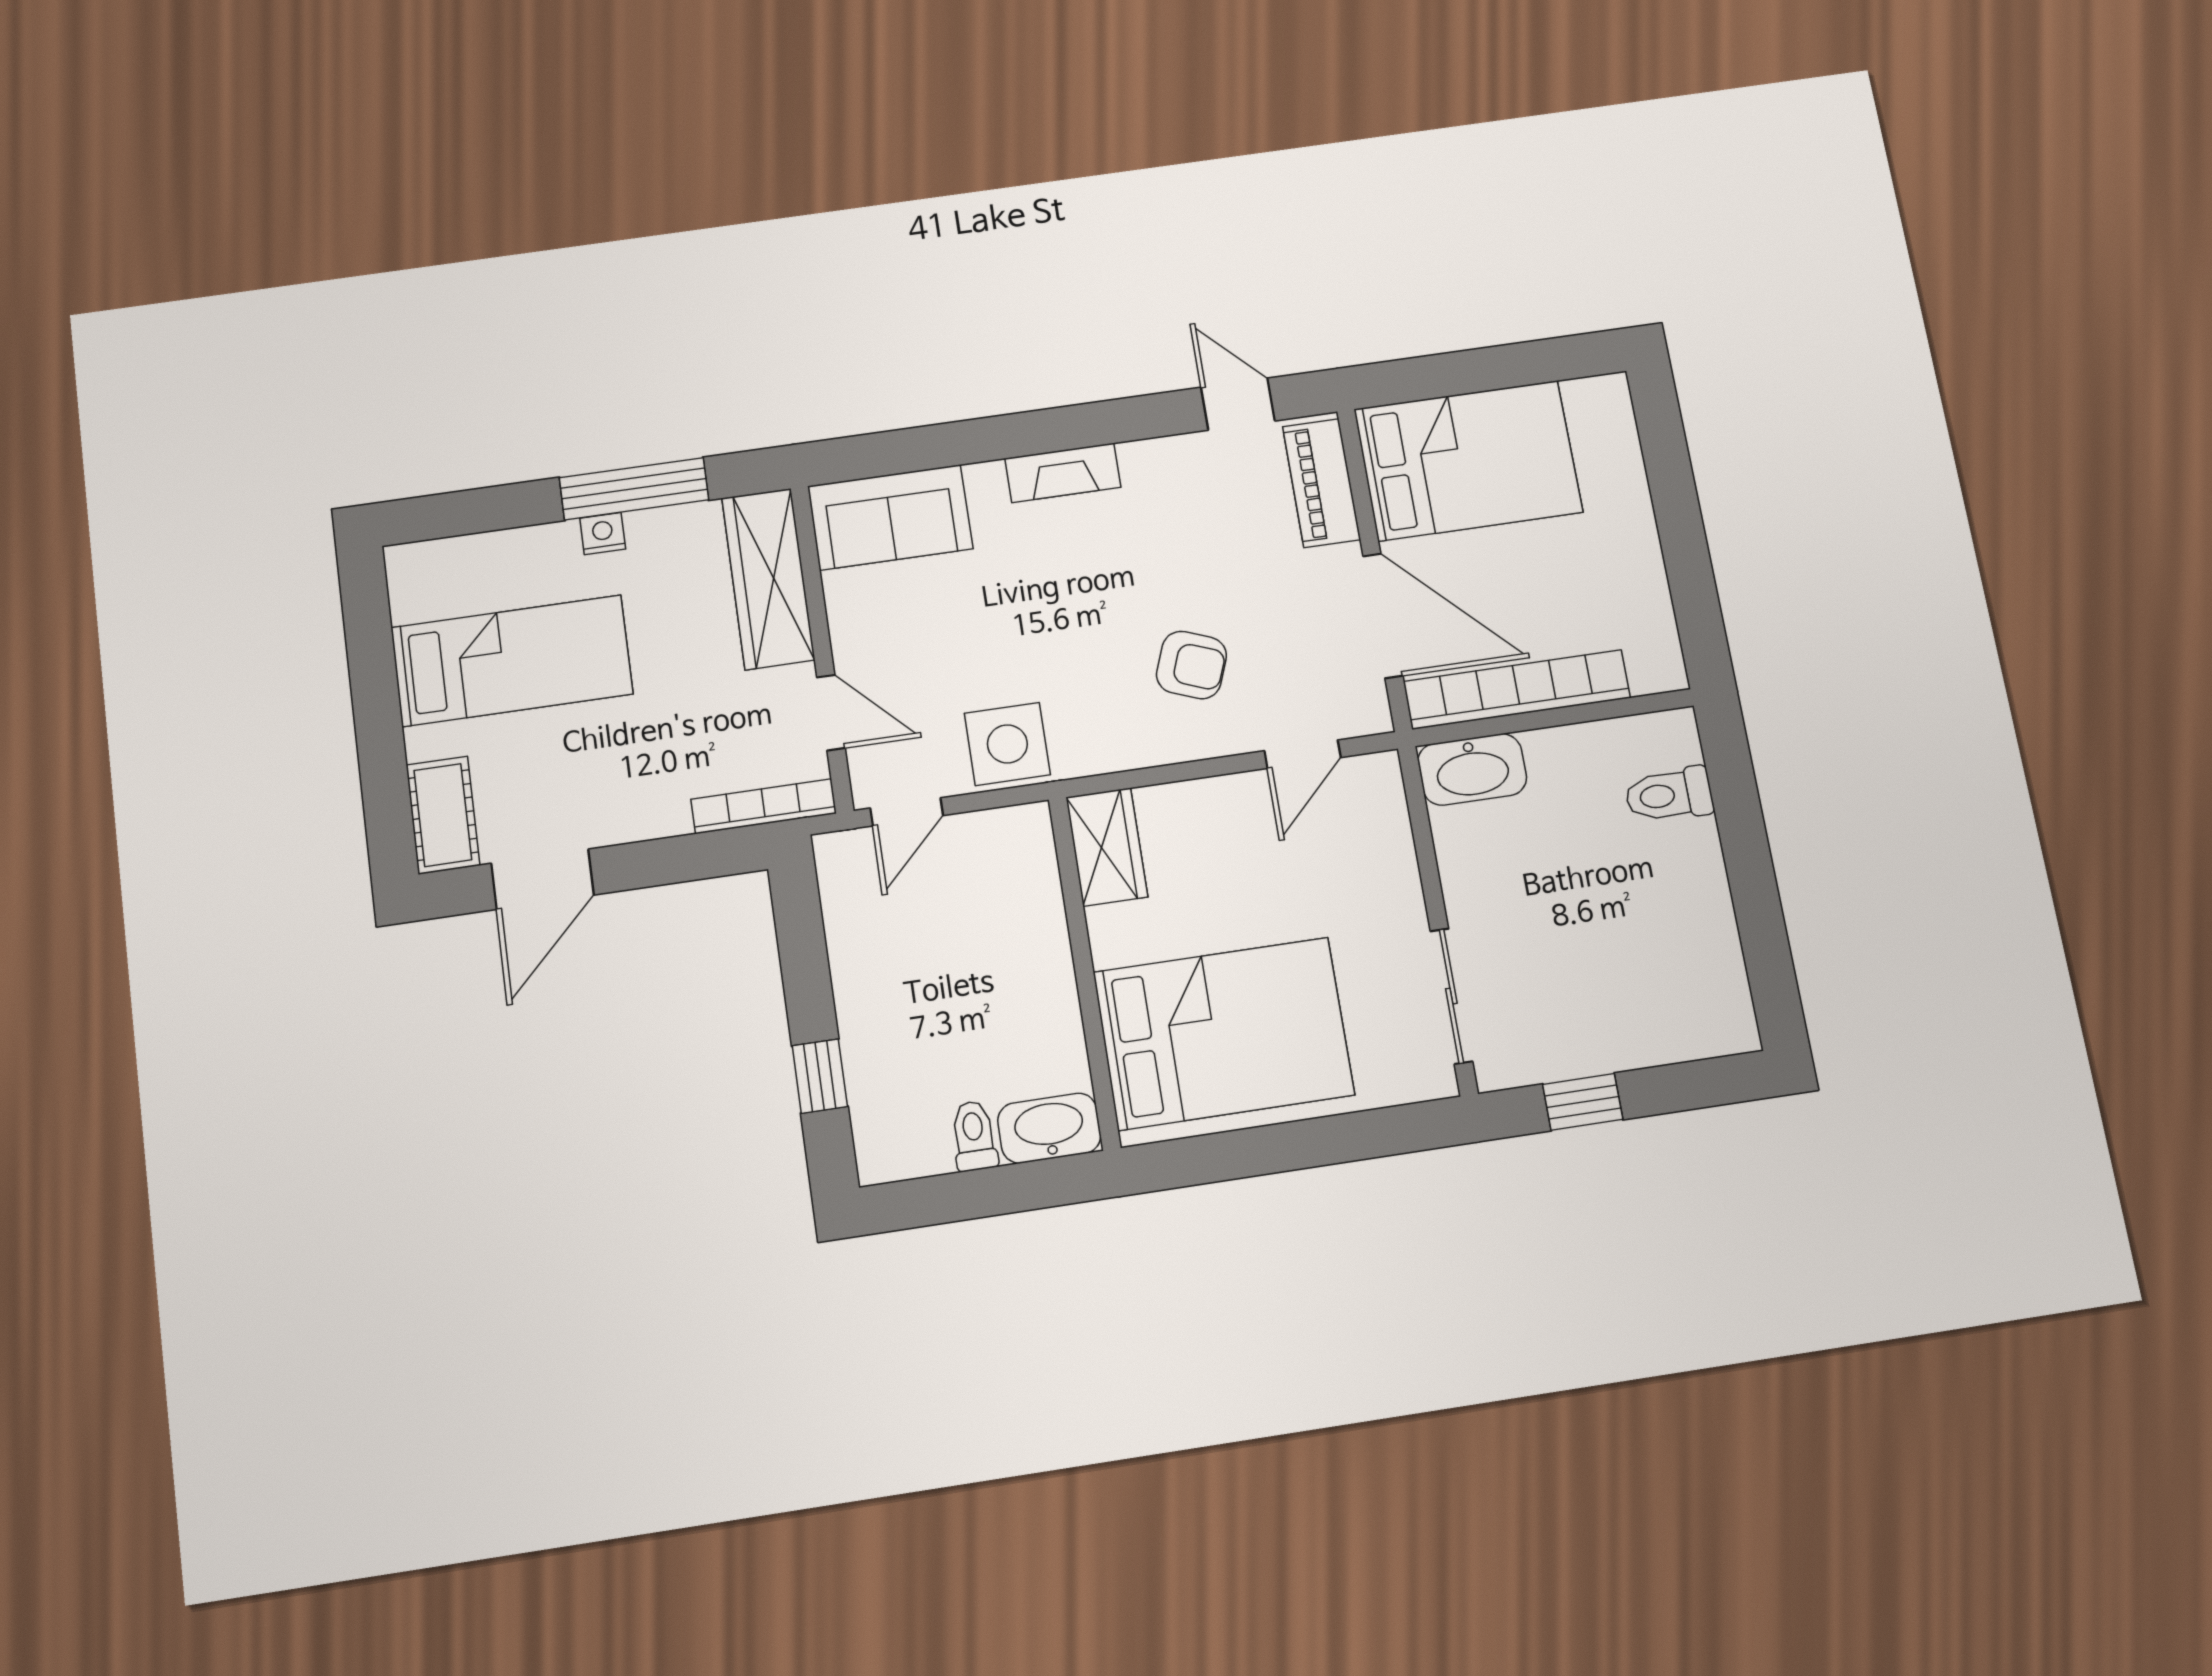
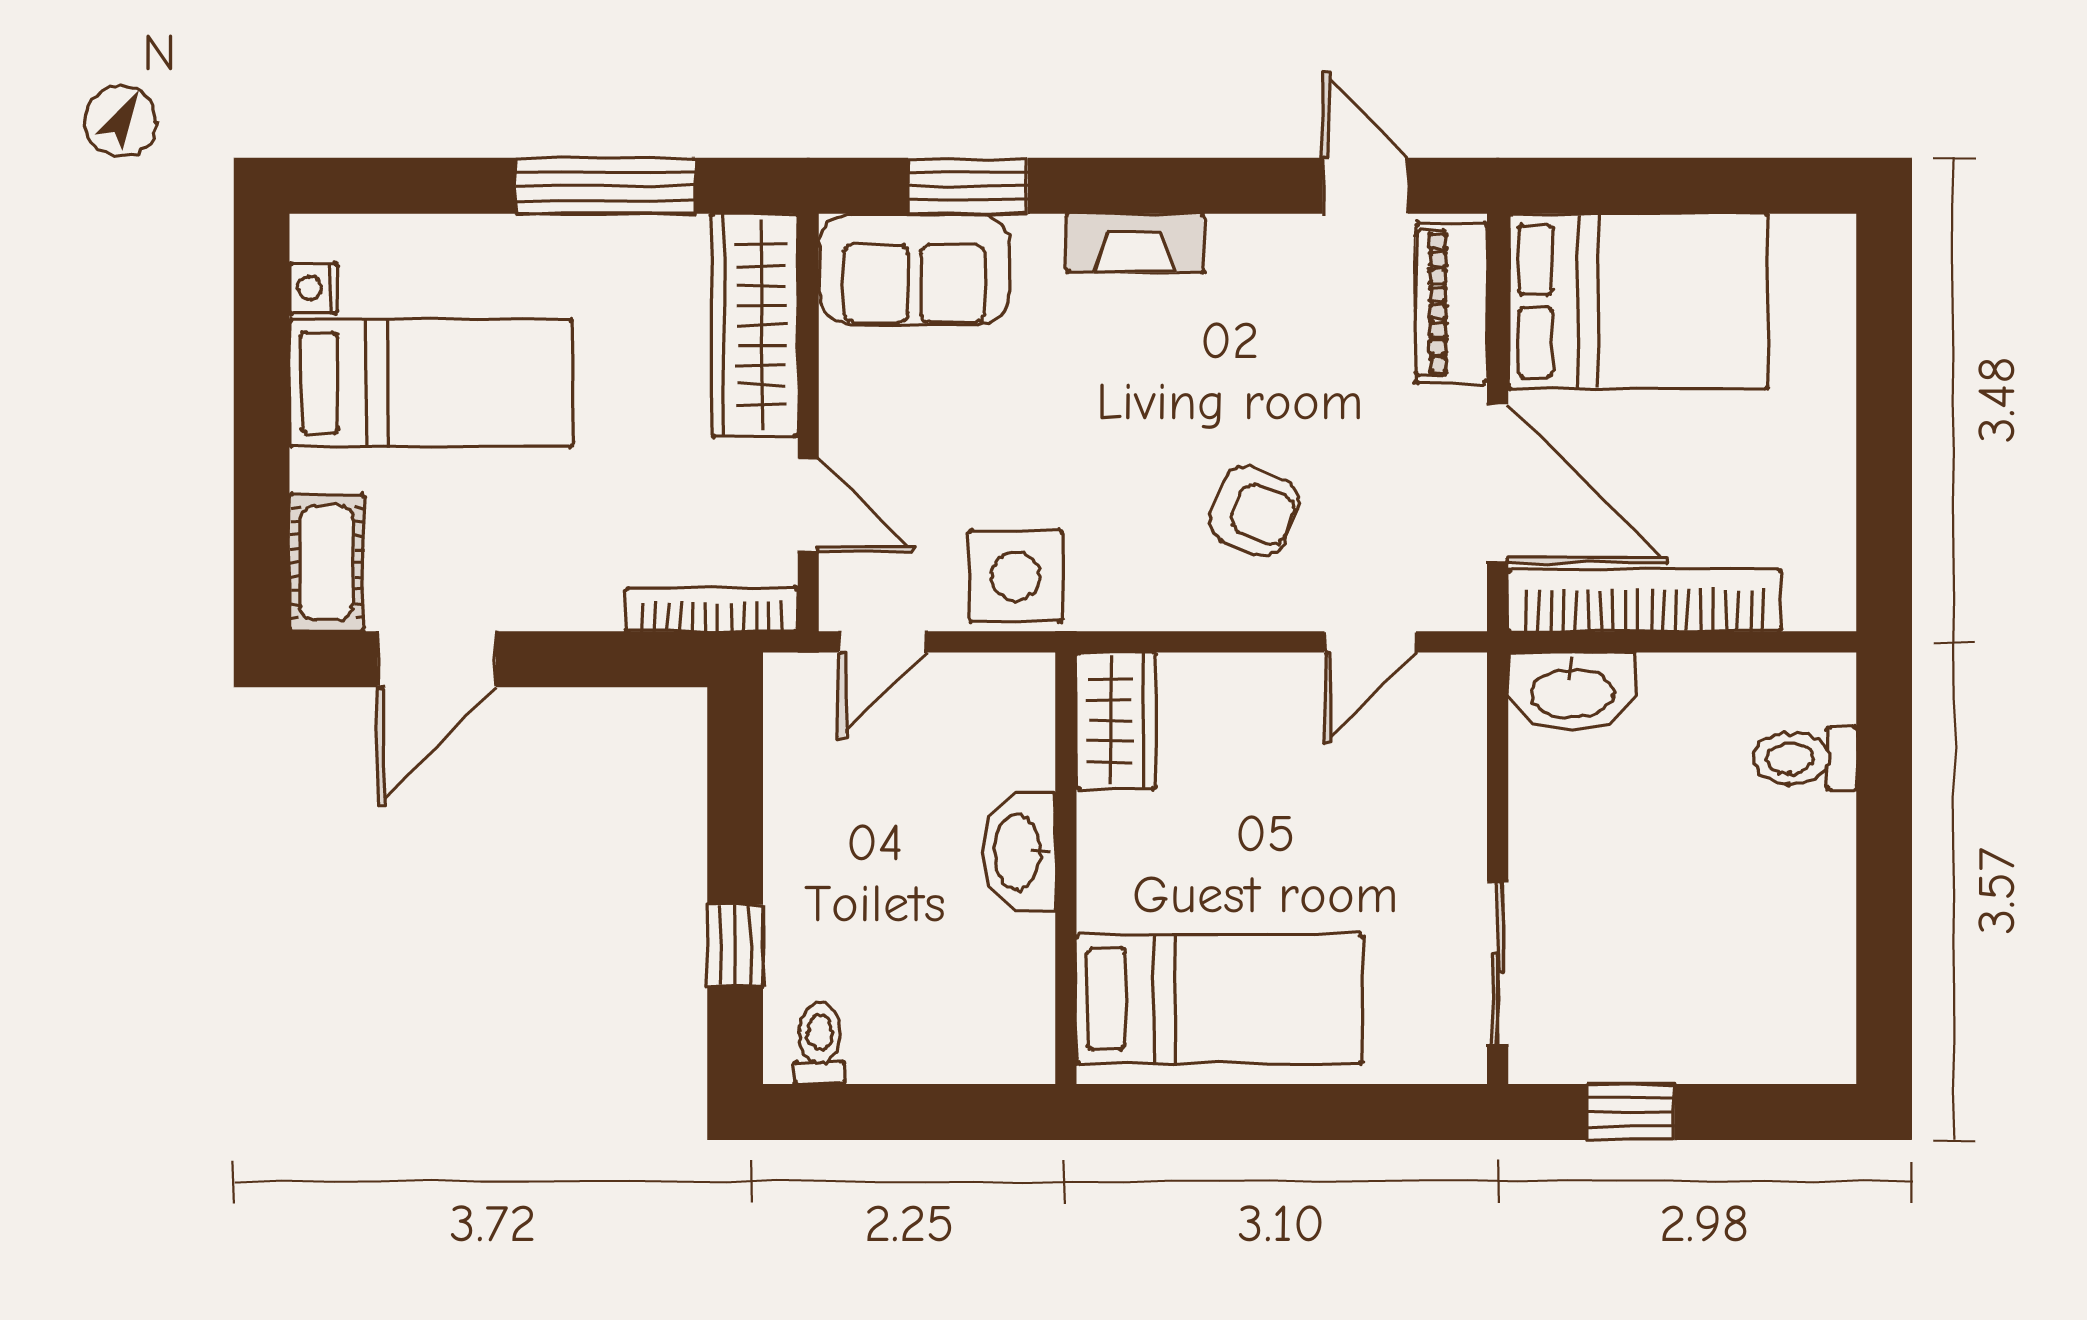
window: (923, 448) -> (968, 186), added
nightstand: (603, 534) -> (314, 288), moved, turned -90
bed: (1224, 1033) -> (1219, 999), width x0.67
washbasin: (1049, 1128) -> (1019, 852), moved, turned -90
toilet: (974, 1136) -> (820, 1044), moved

